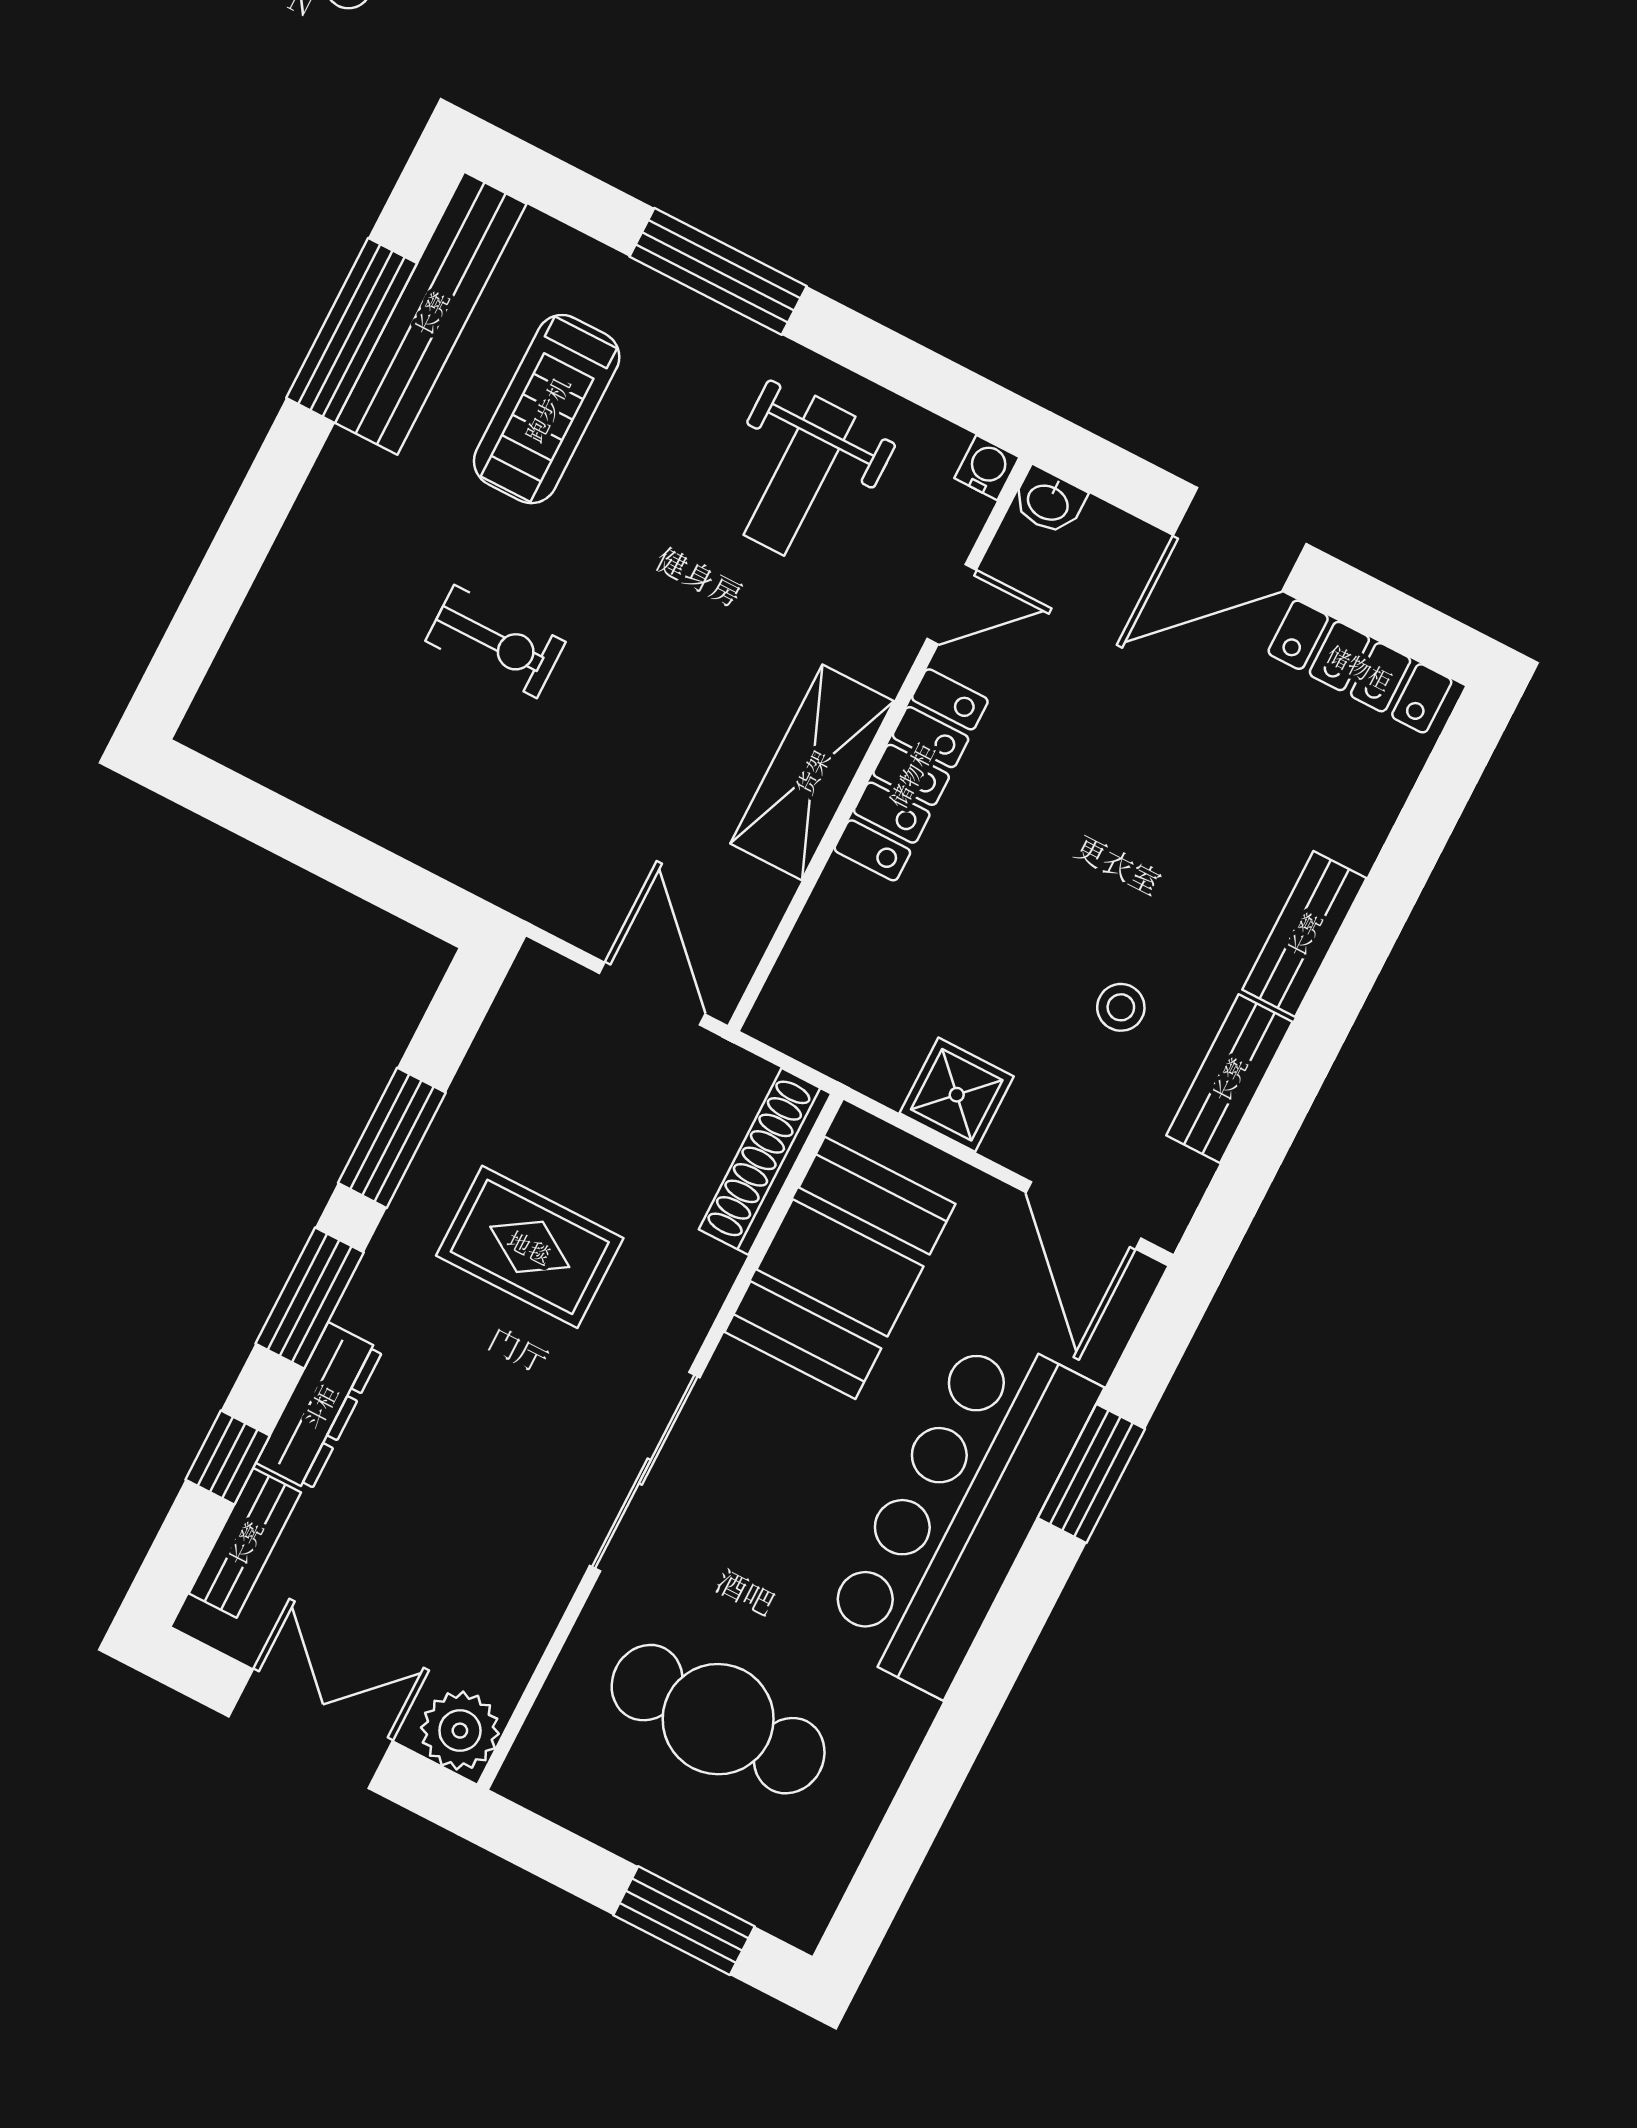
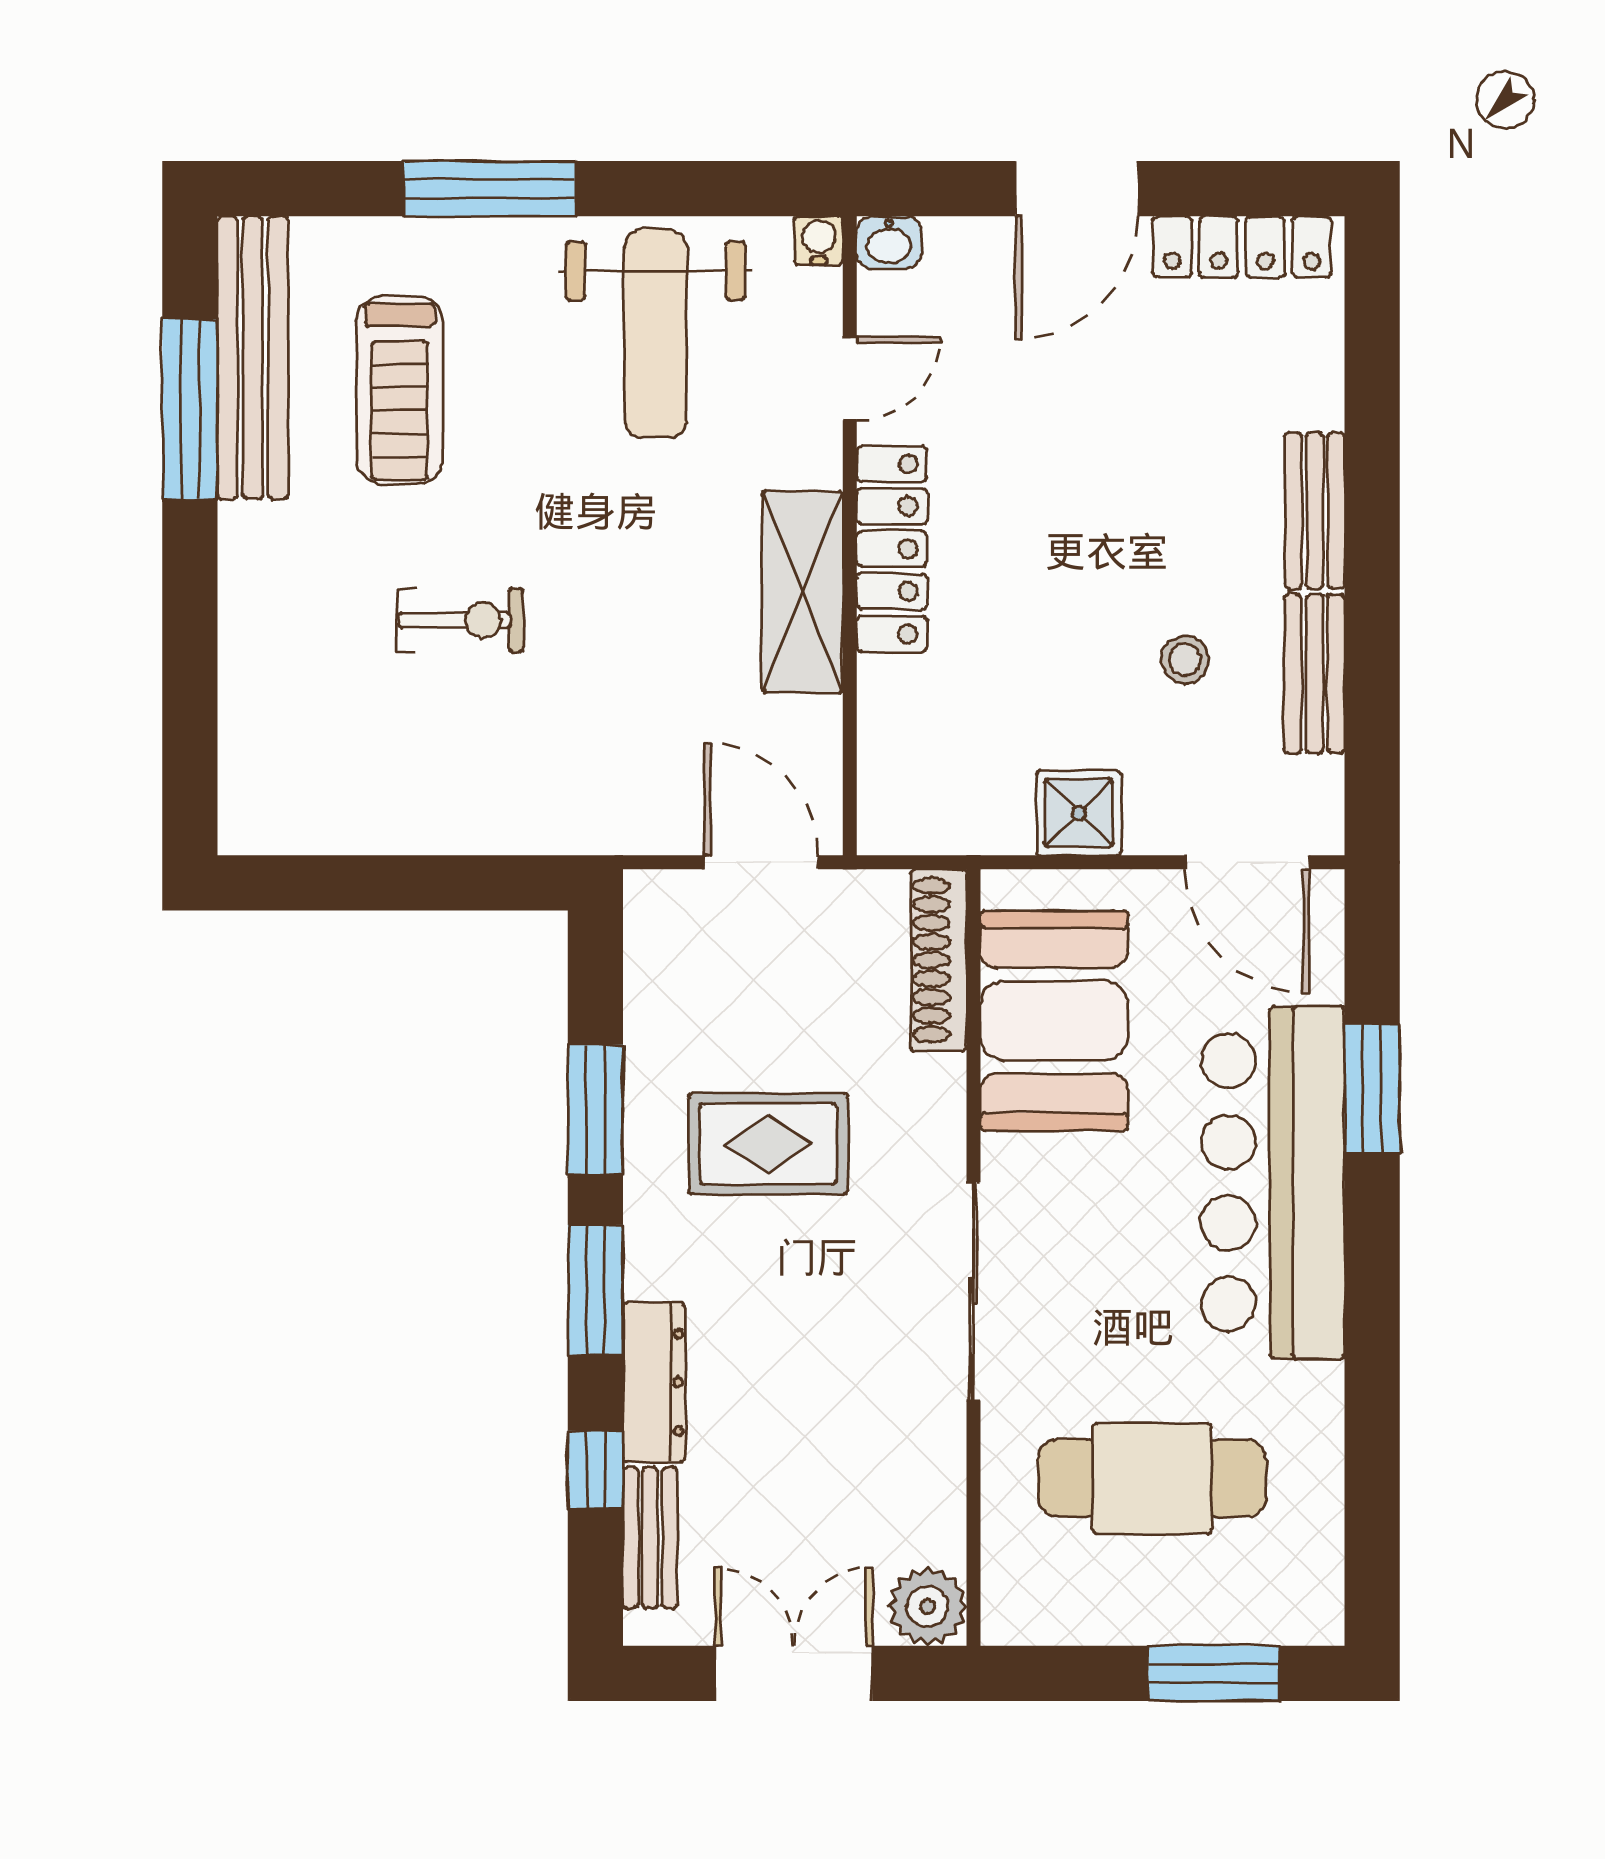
weight bench: (800, 476) -> (656, 334), width x1.36, depth x1.33

